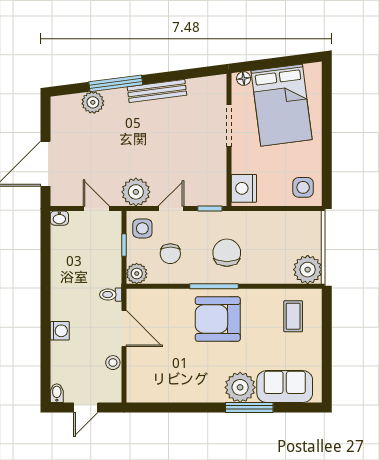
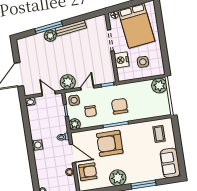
plant: (93, 102) -> (50, 36), moved
side table: (303, 187) -> (143, 62), moved
nightstand: (244, 188) -> (122, 60), moved
plant: (308, 270) -> (159, 86), moved
armchair: (218, 319) -> (110, 143), moved
washing machine: (60, 331) -> (37, 145), moved
armchair: (148, 367) -> (88, 172), added
plant: (240, 387) -> (118, 178), moved
sofa: (285, 387) -> (170, 163), moved, turned -90

